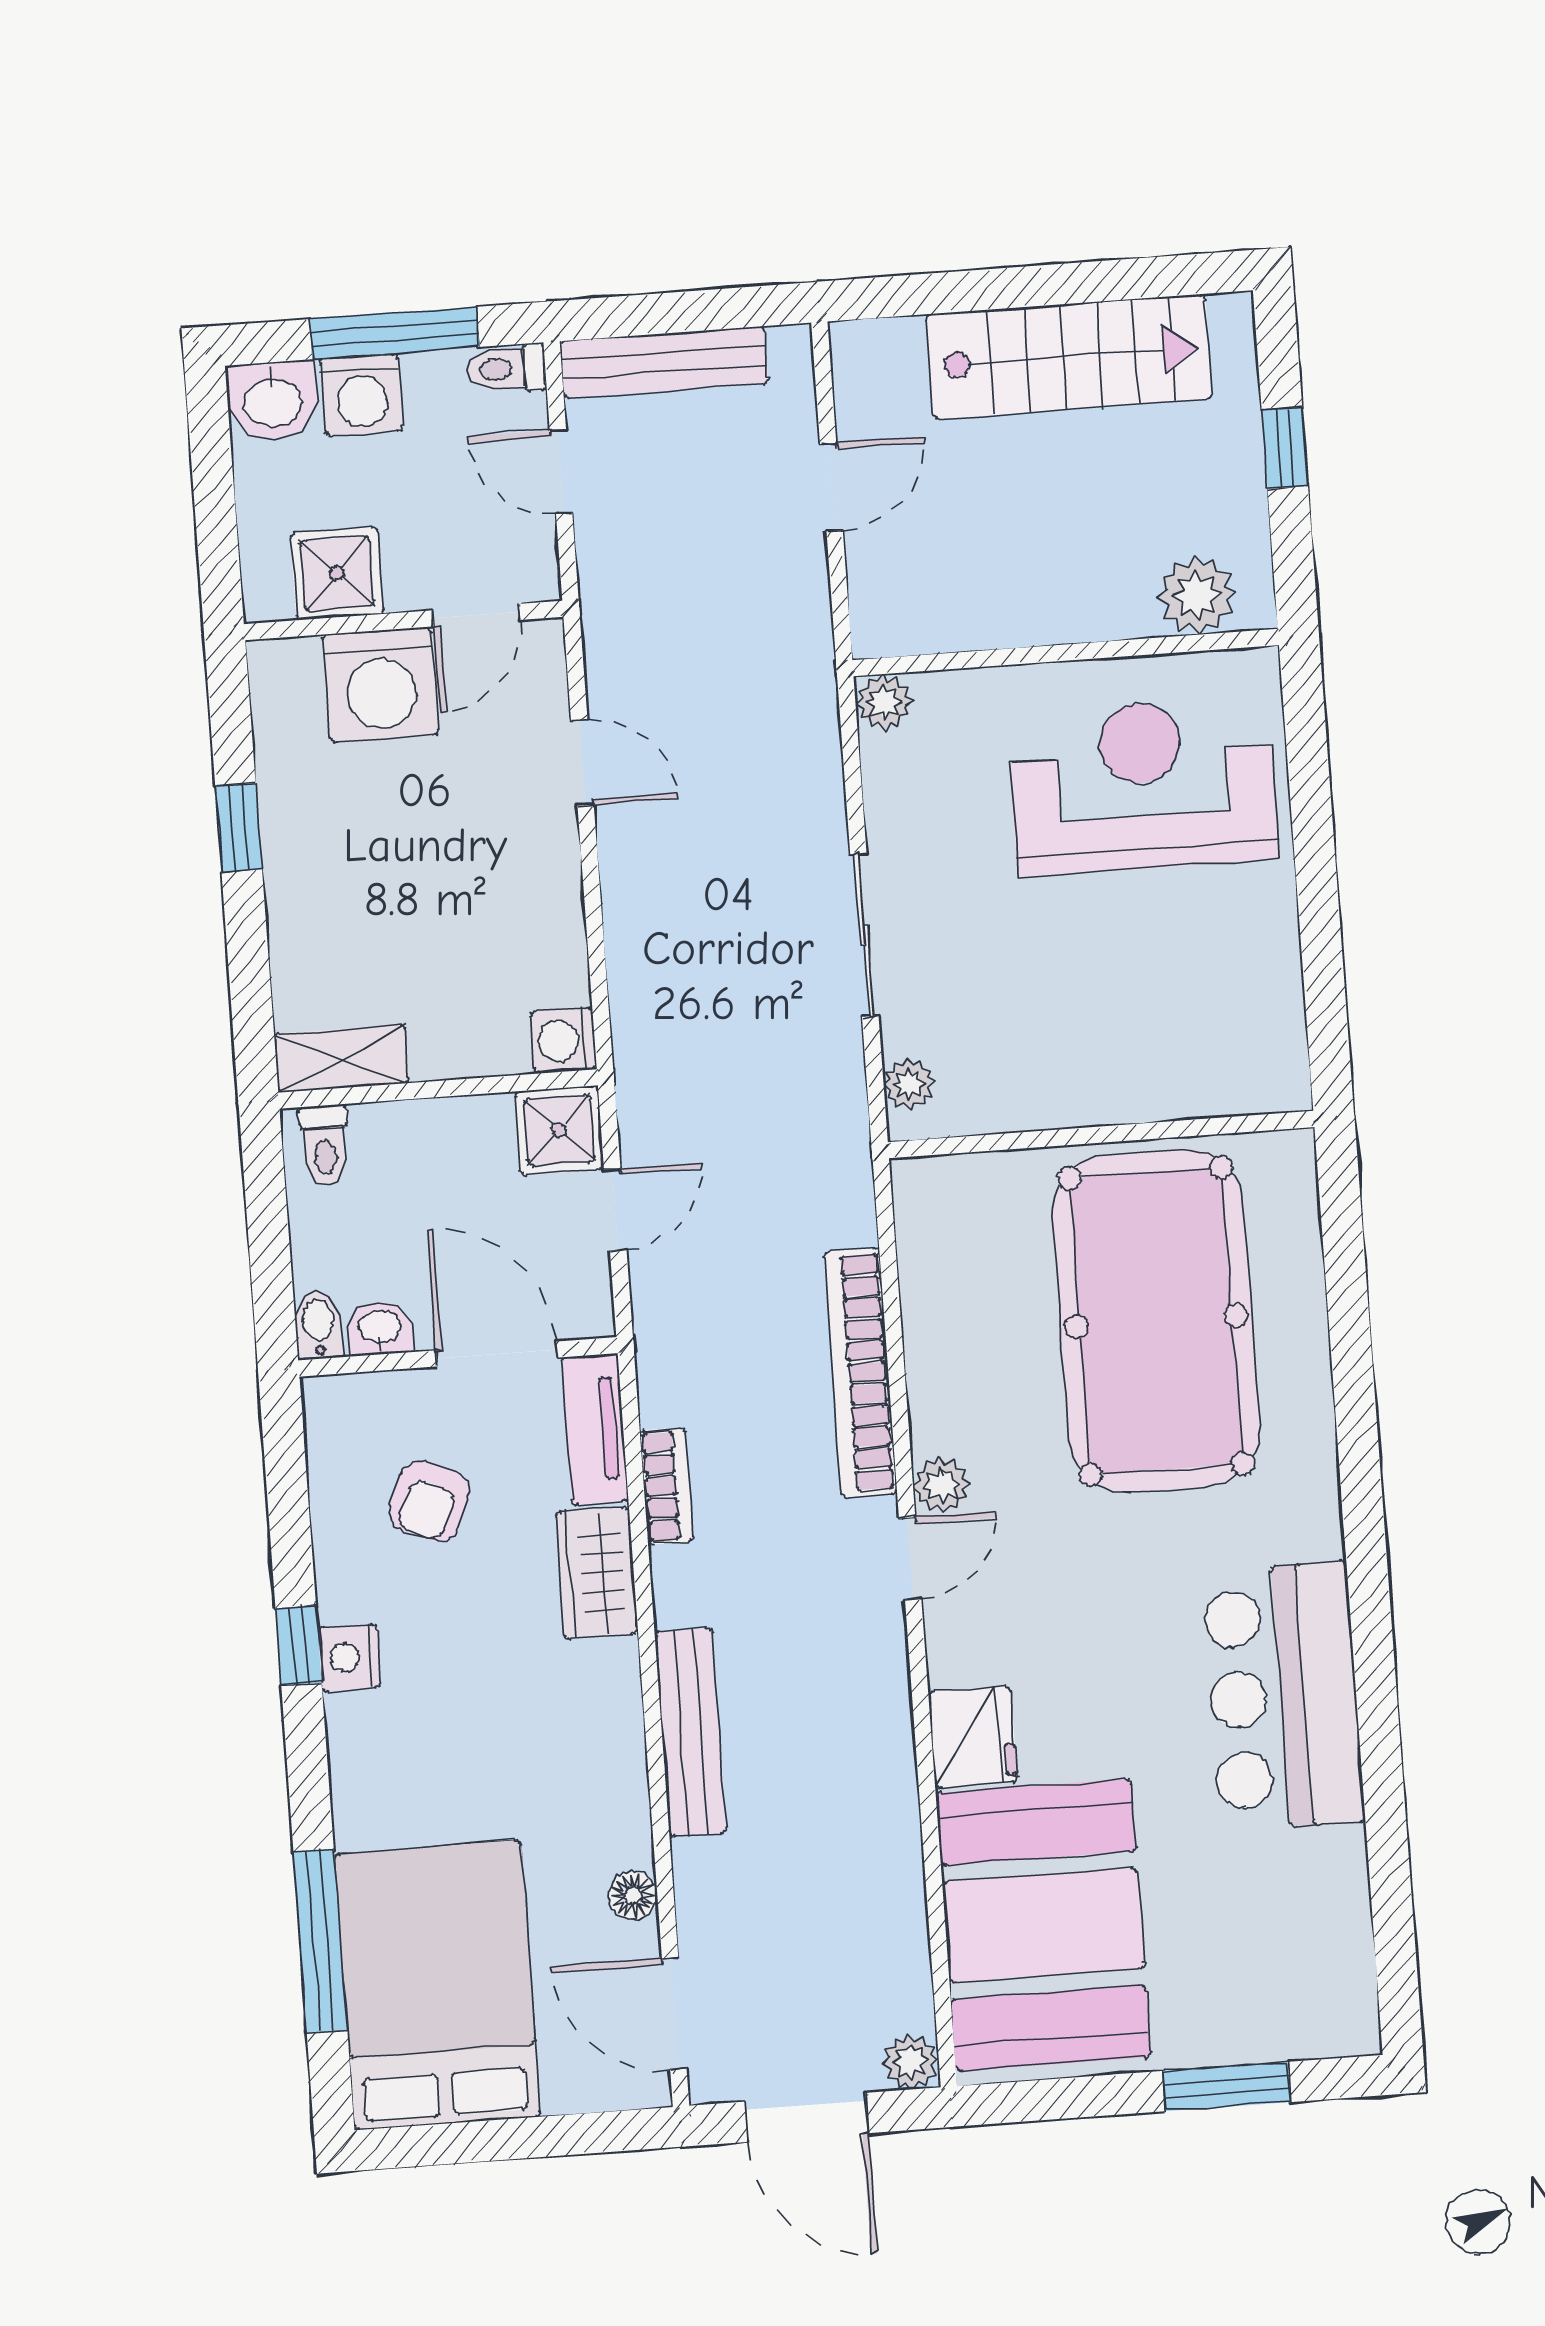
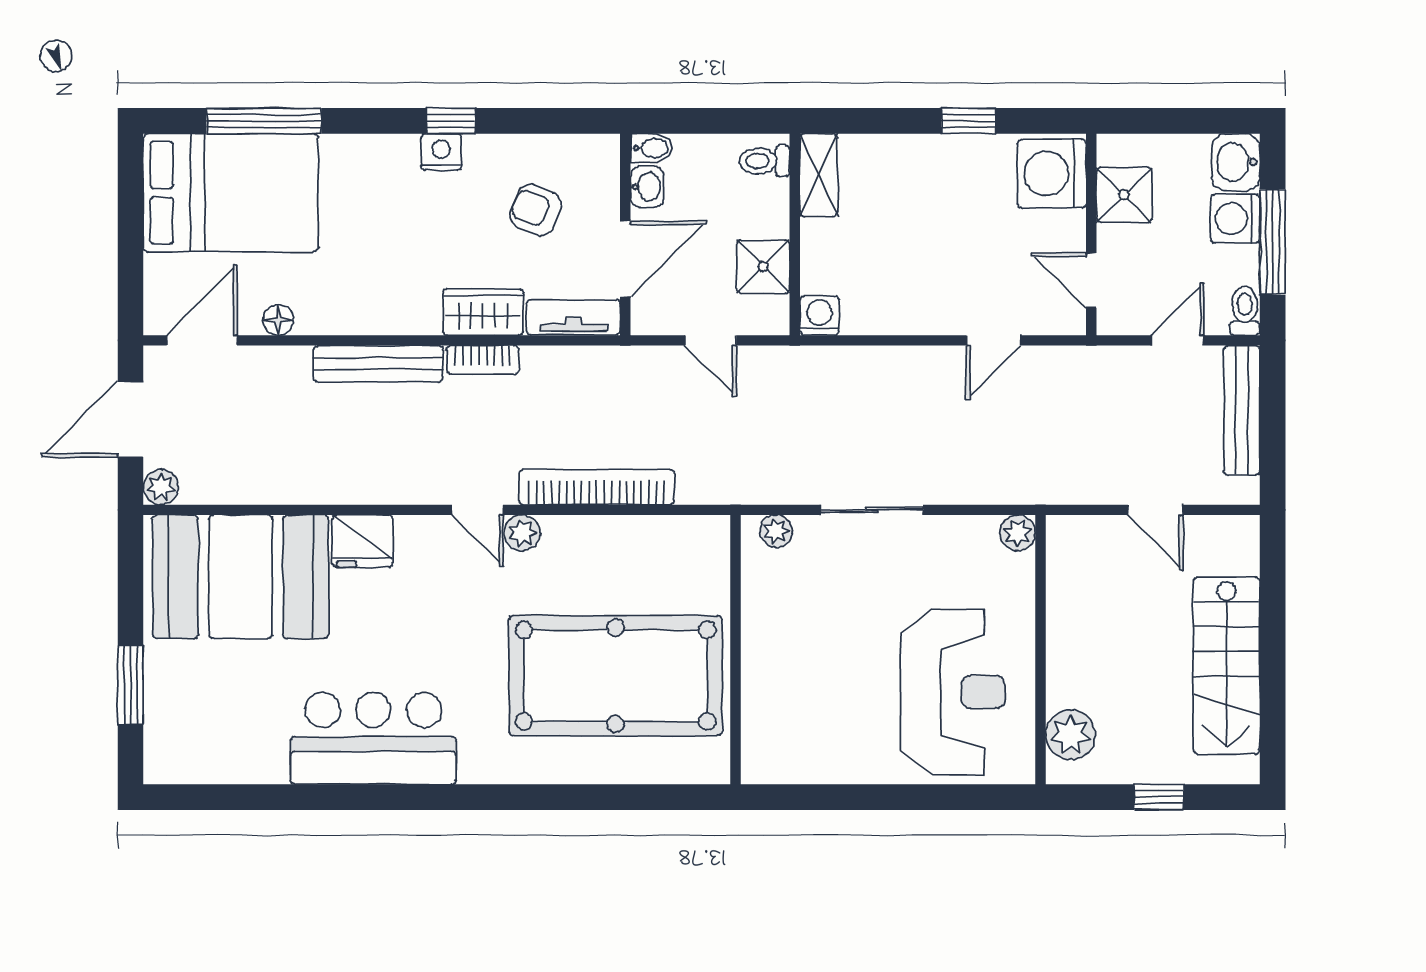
washing machine: (381, 685) -> (1052, 174), moved
shower: (559, 1130) -> (763, 266), moved
bookcase: (667, 1486) -> (483, 360), moved

